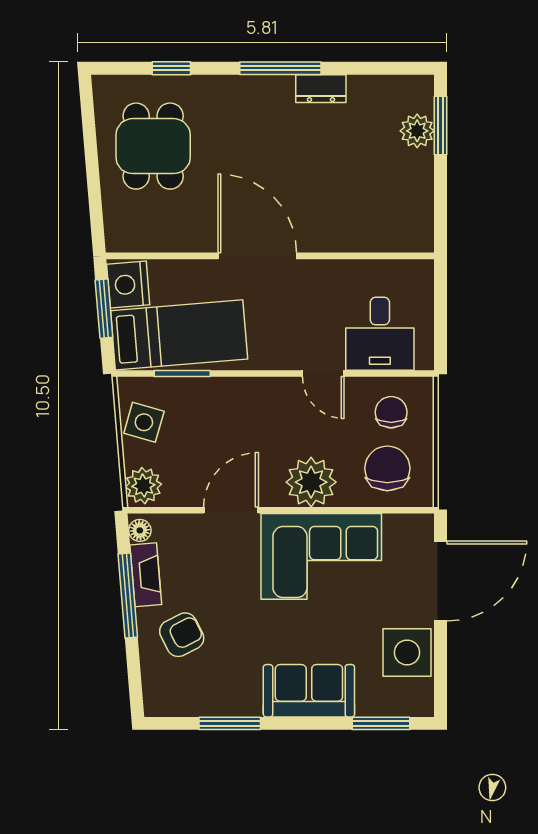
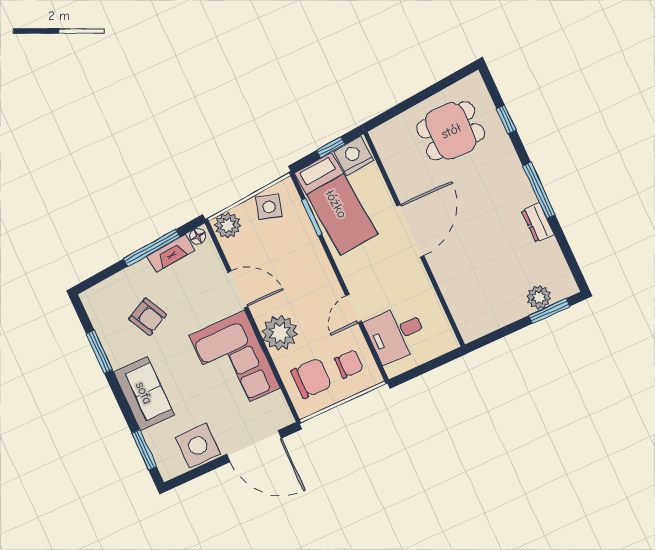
window: (104, 309) -> (331, 147), width x0.67
armchair: (182, 635) -> (148, 317), moved

